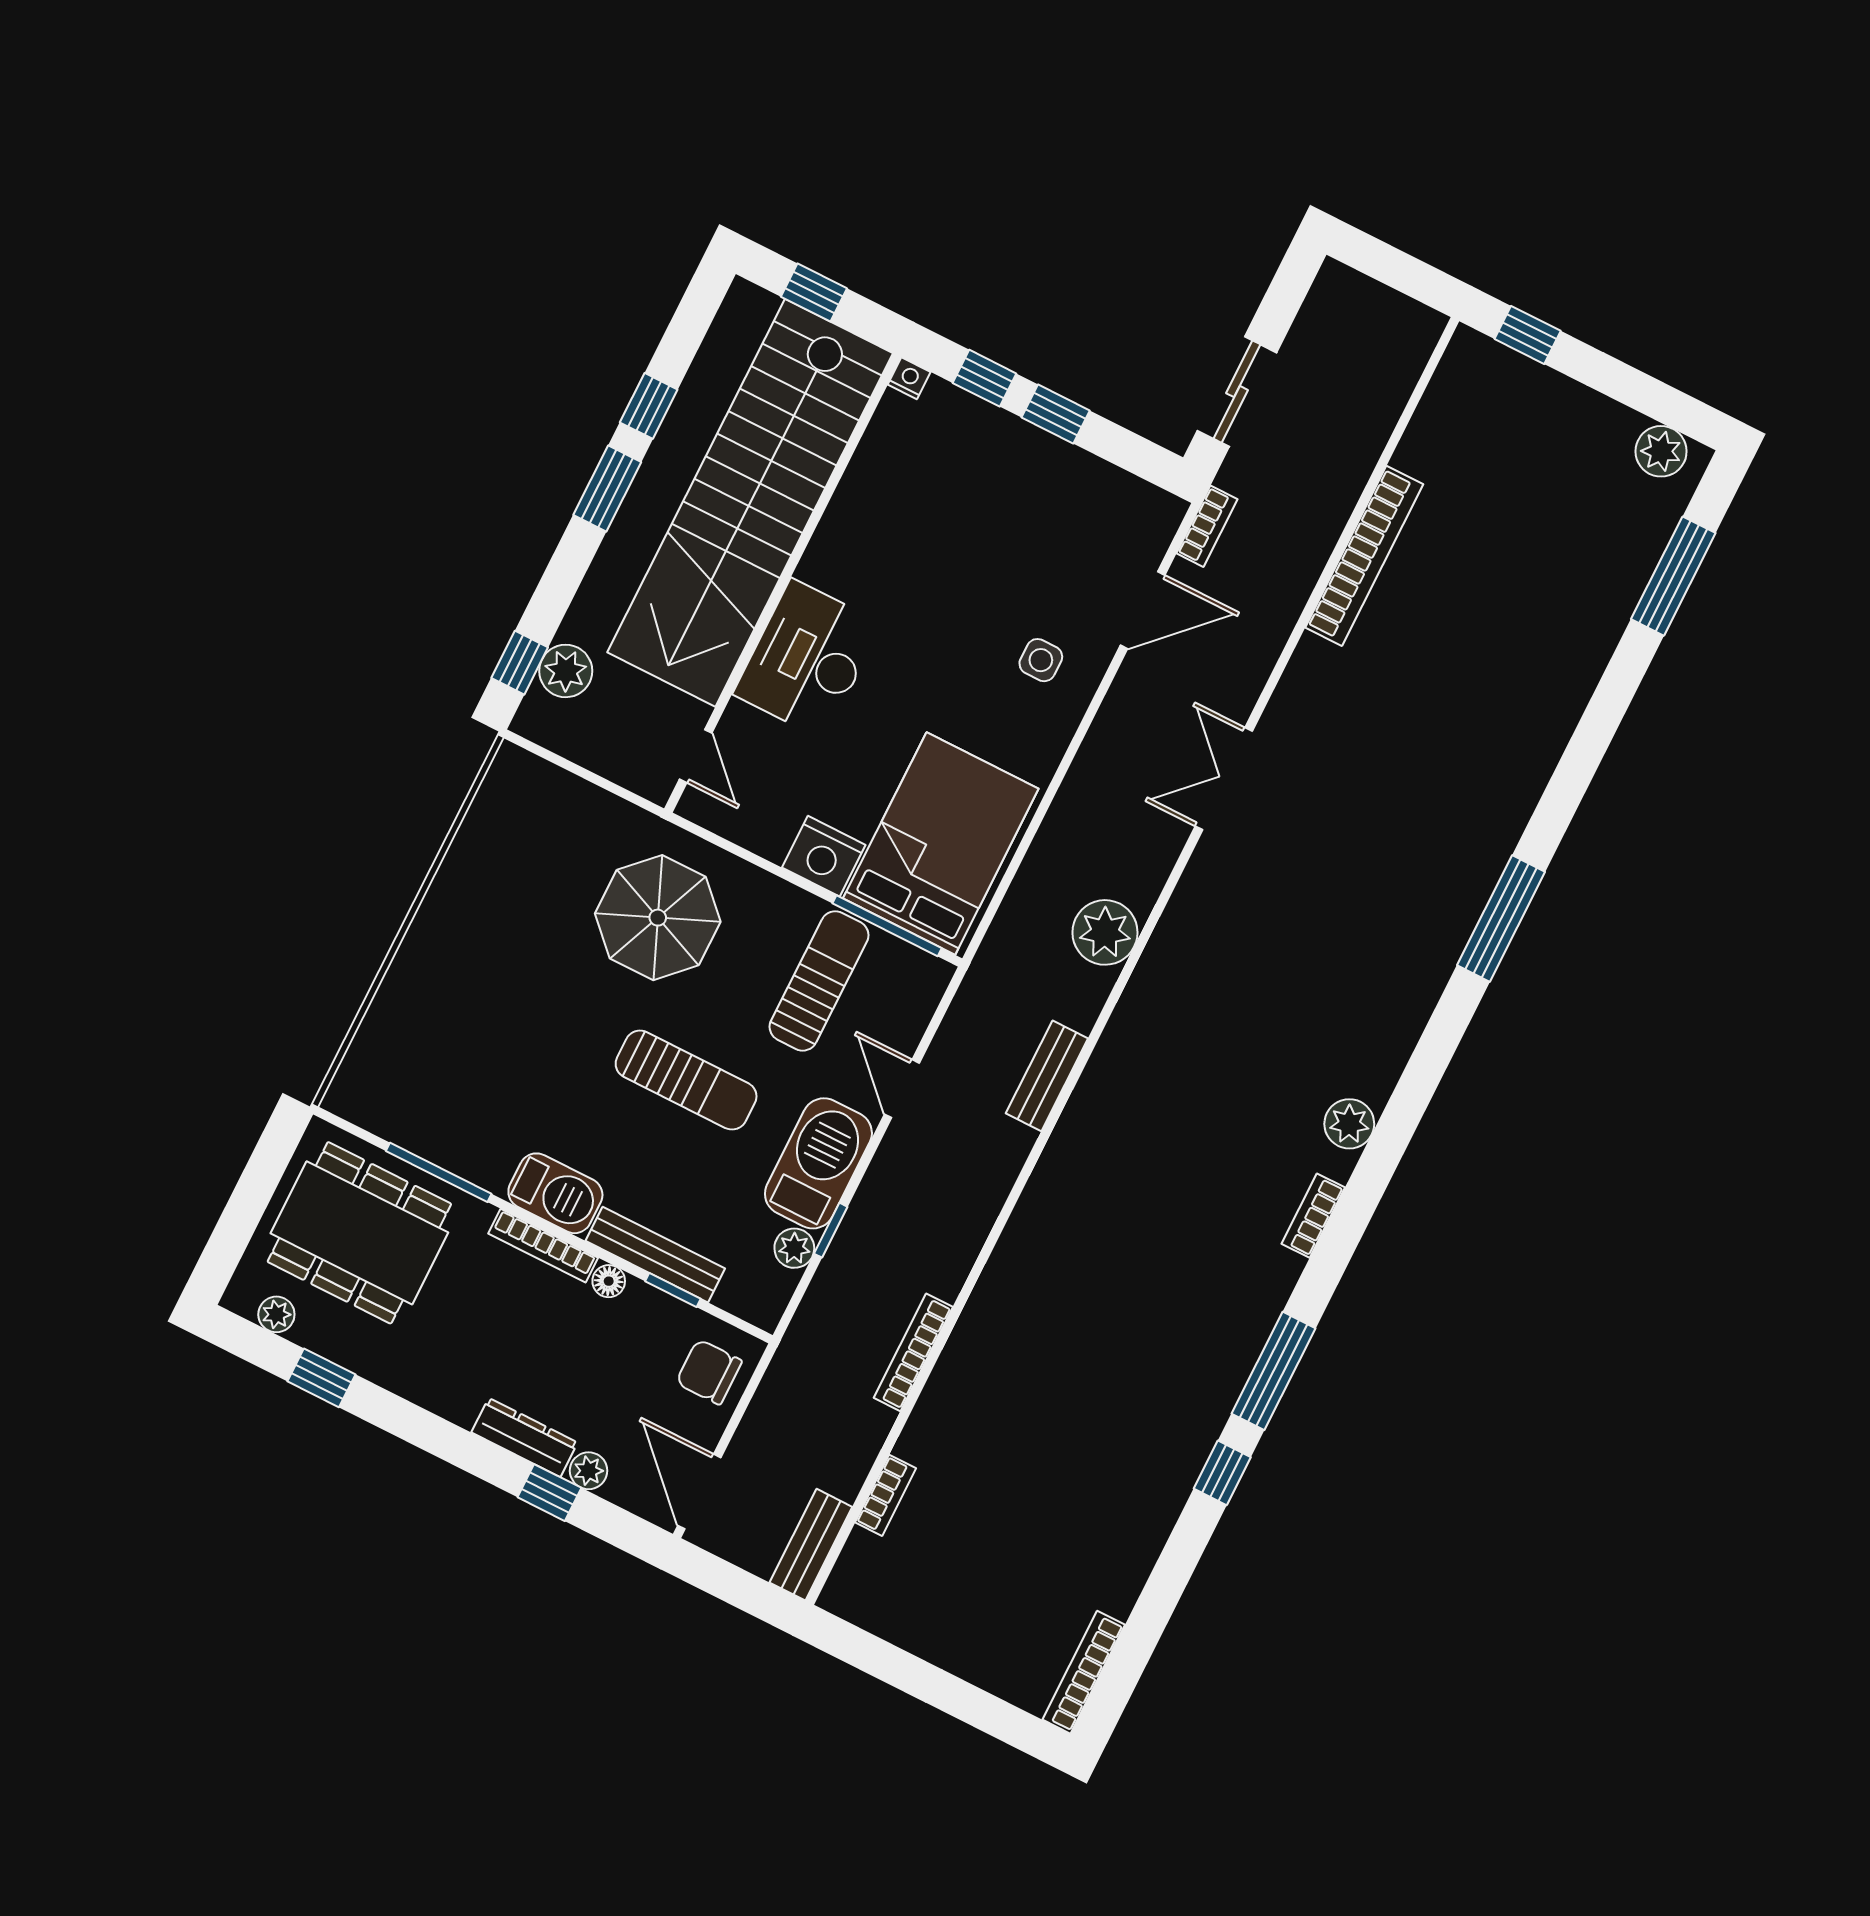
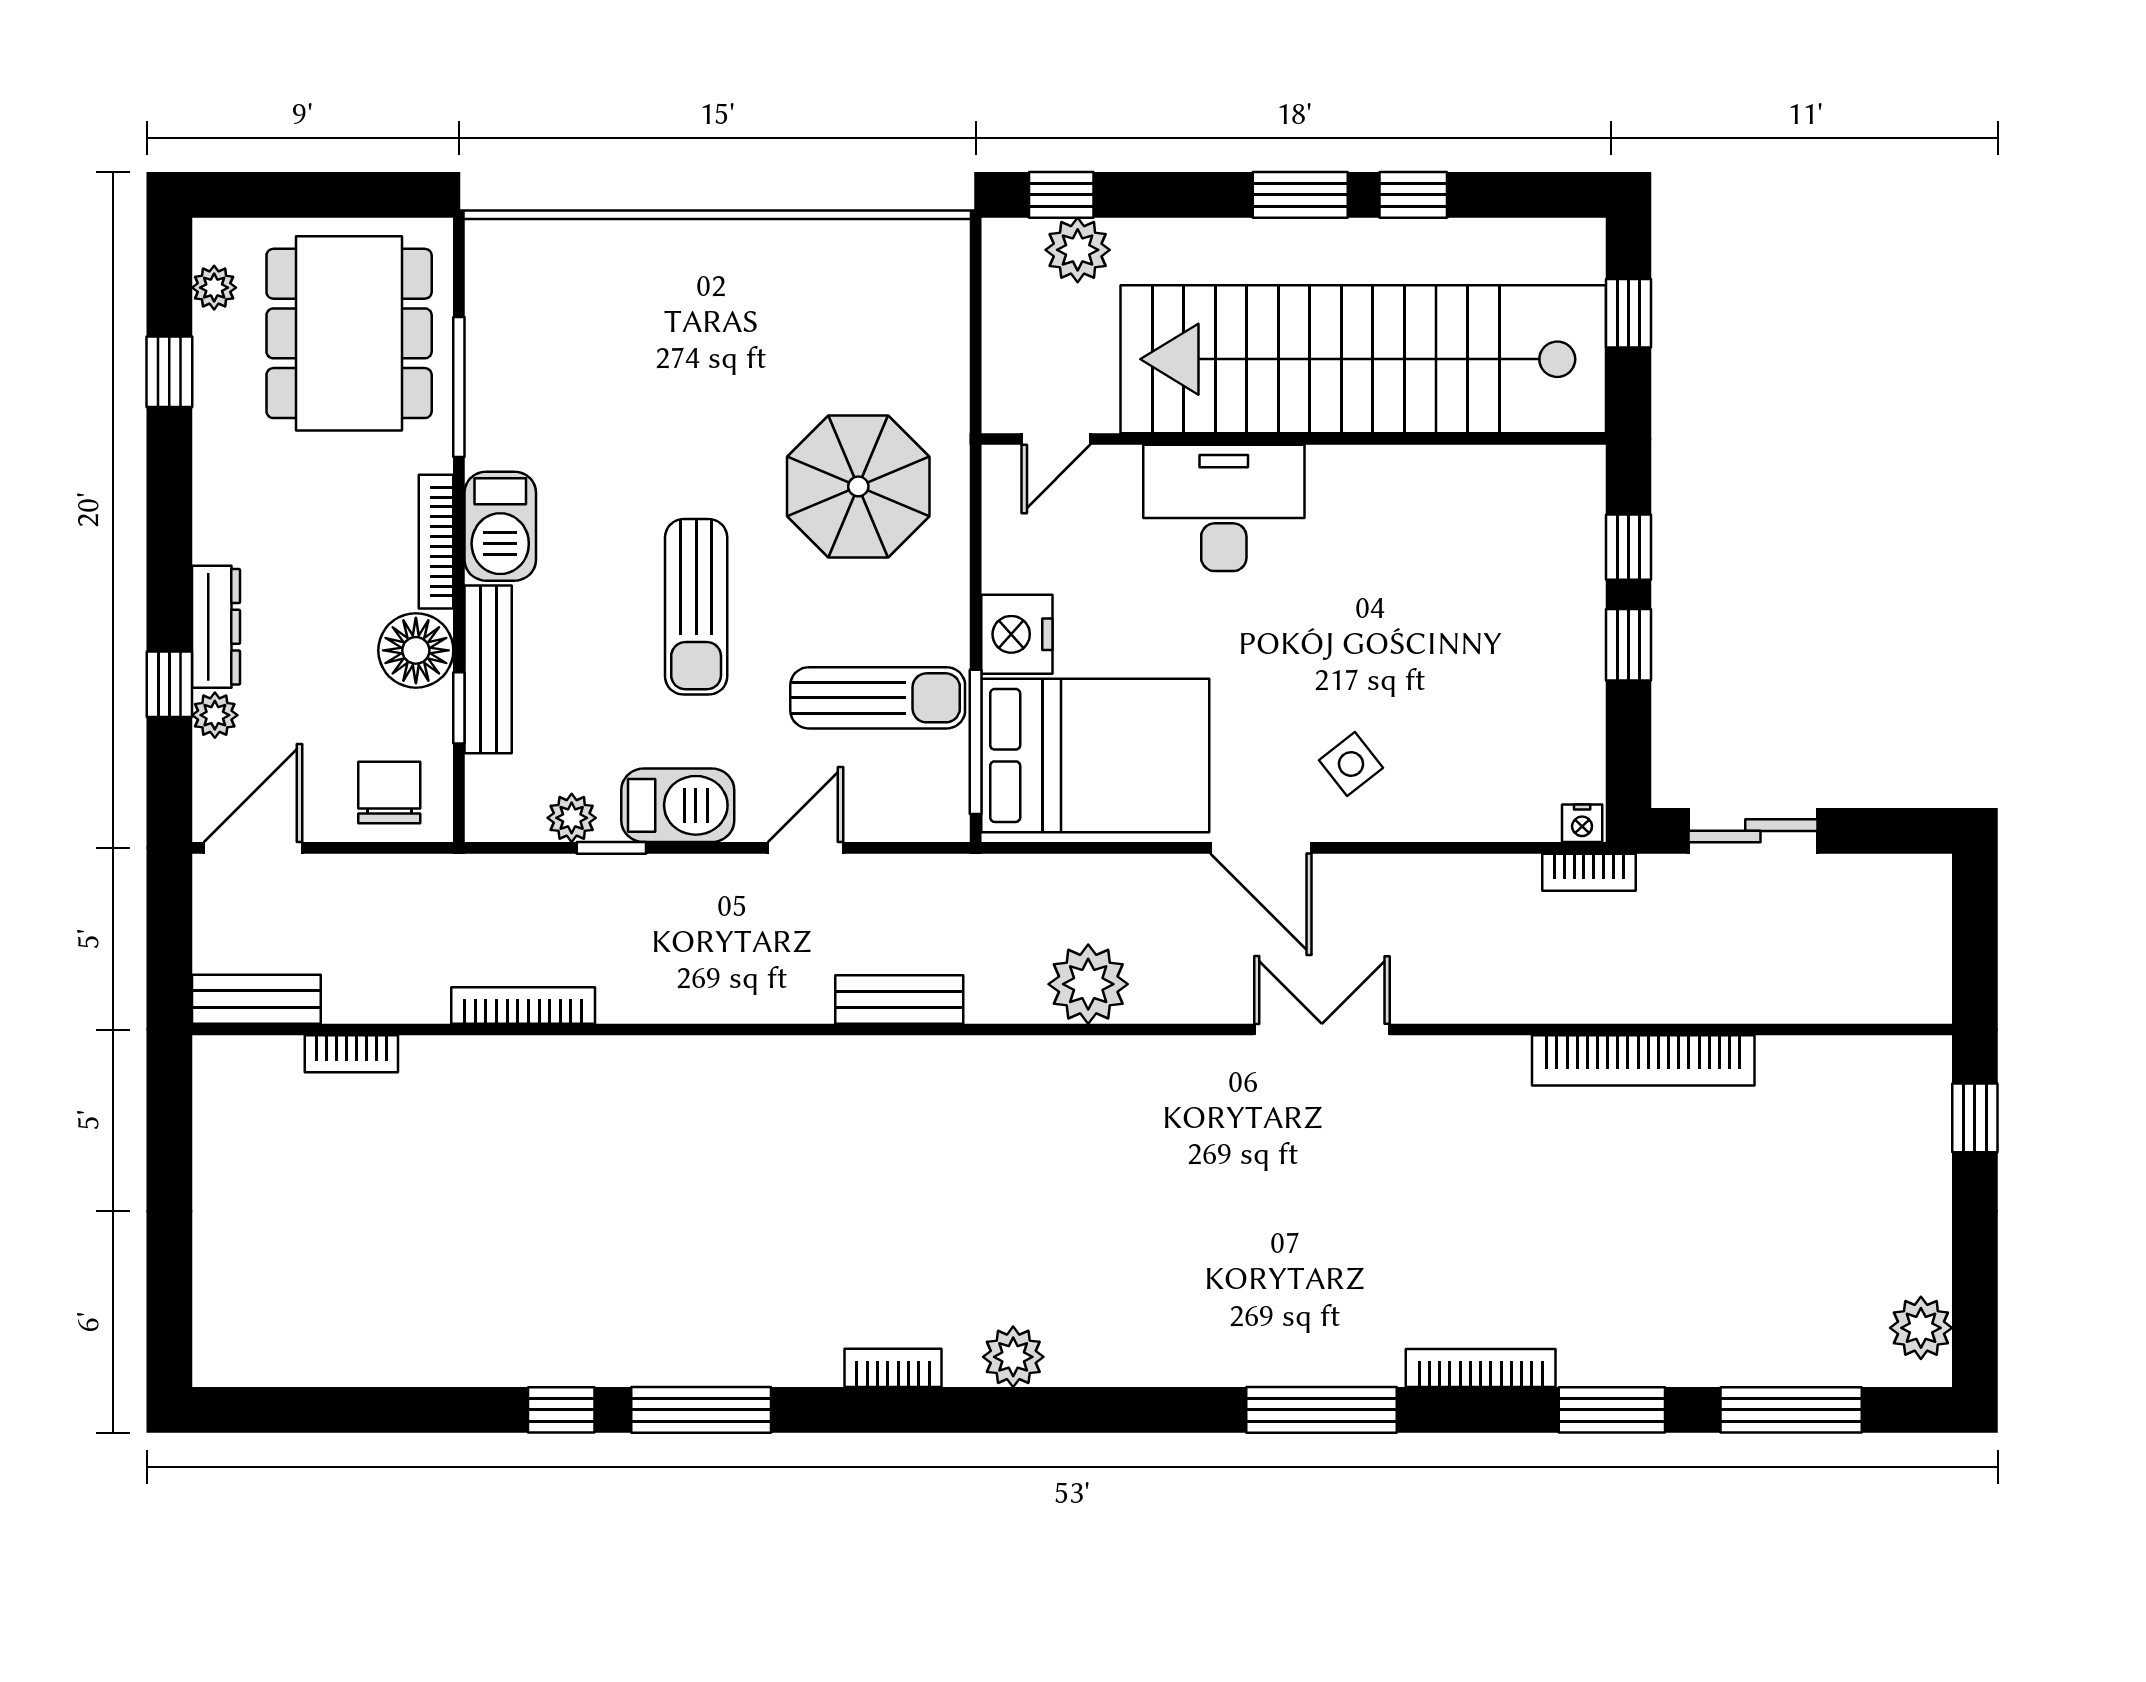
nightstand: (909, 378) -> (1582, 823), moved, turned 90
door: (1143, 610) -> (1261, 848), moved
side table: (1041, 660) -> (1351, 764), turned -38
window: (1608, 707) -> (1612, 1410), added
barbecue: (818, 1163) -> (678, 805), width x0.73, depth x0.83
floor lamp: (609, 1281) -> (416, 650), width x1.89, depth x1.89
bookcase: (1084, 1672) -> (1481, 1368), moved

